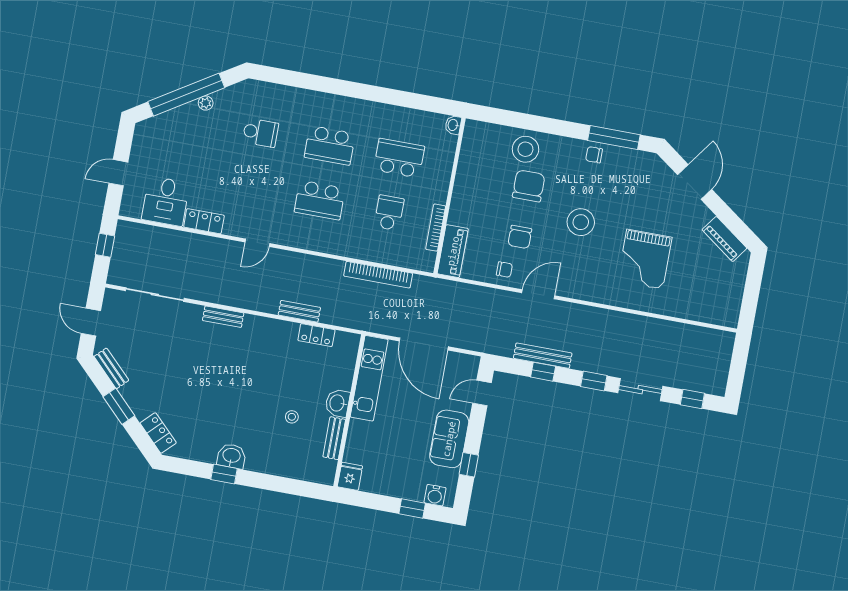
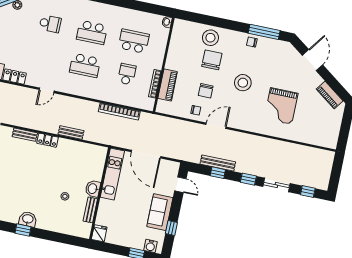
piano: (453, 251) -> (168, 85), moved
locker: (316, 335) -> (48, 140), moved
door: (482, 393) -> (180, 185), swing flipped

